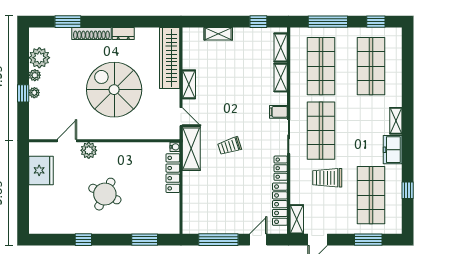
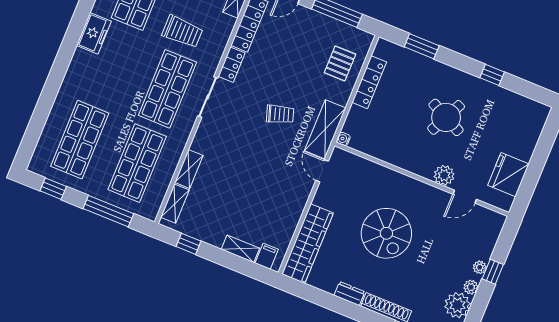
shelving: (189, 84) -> (298, 204), removed
spiral stairs: (114, 90) -> (386, 233), width x0.73, depth x0.73
filing cabinet: (278, 112) -> (267, 256), moved, turned -90
shelving: (396, 121) -> (77, 65), removed
locker: (173, 173) -> (369, 82), moved
pallet: (200, 202) -> (340, 63), added

